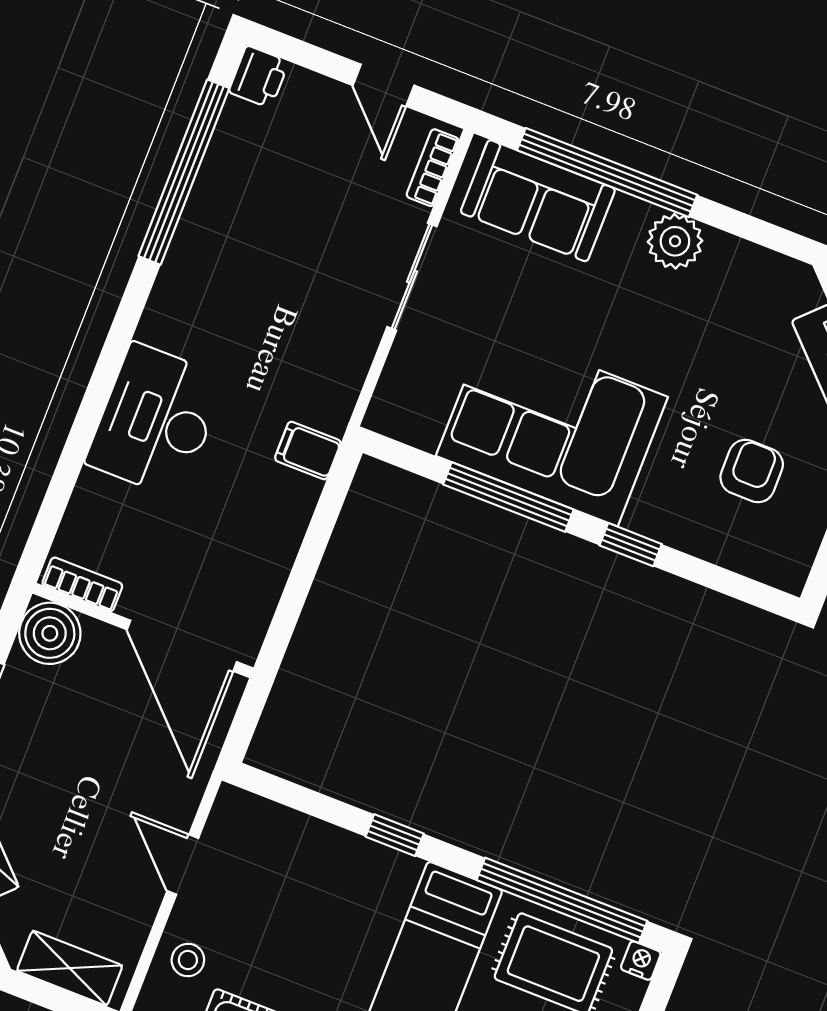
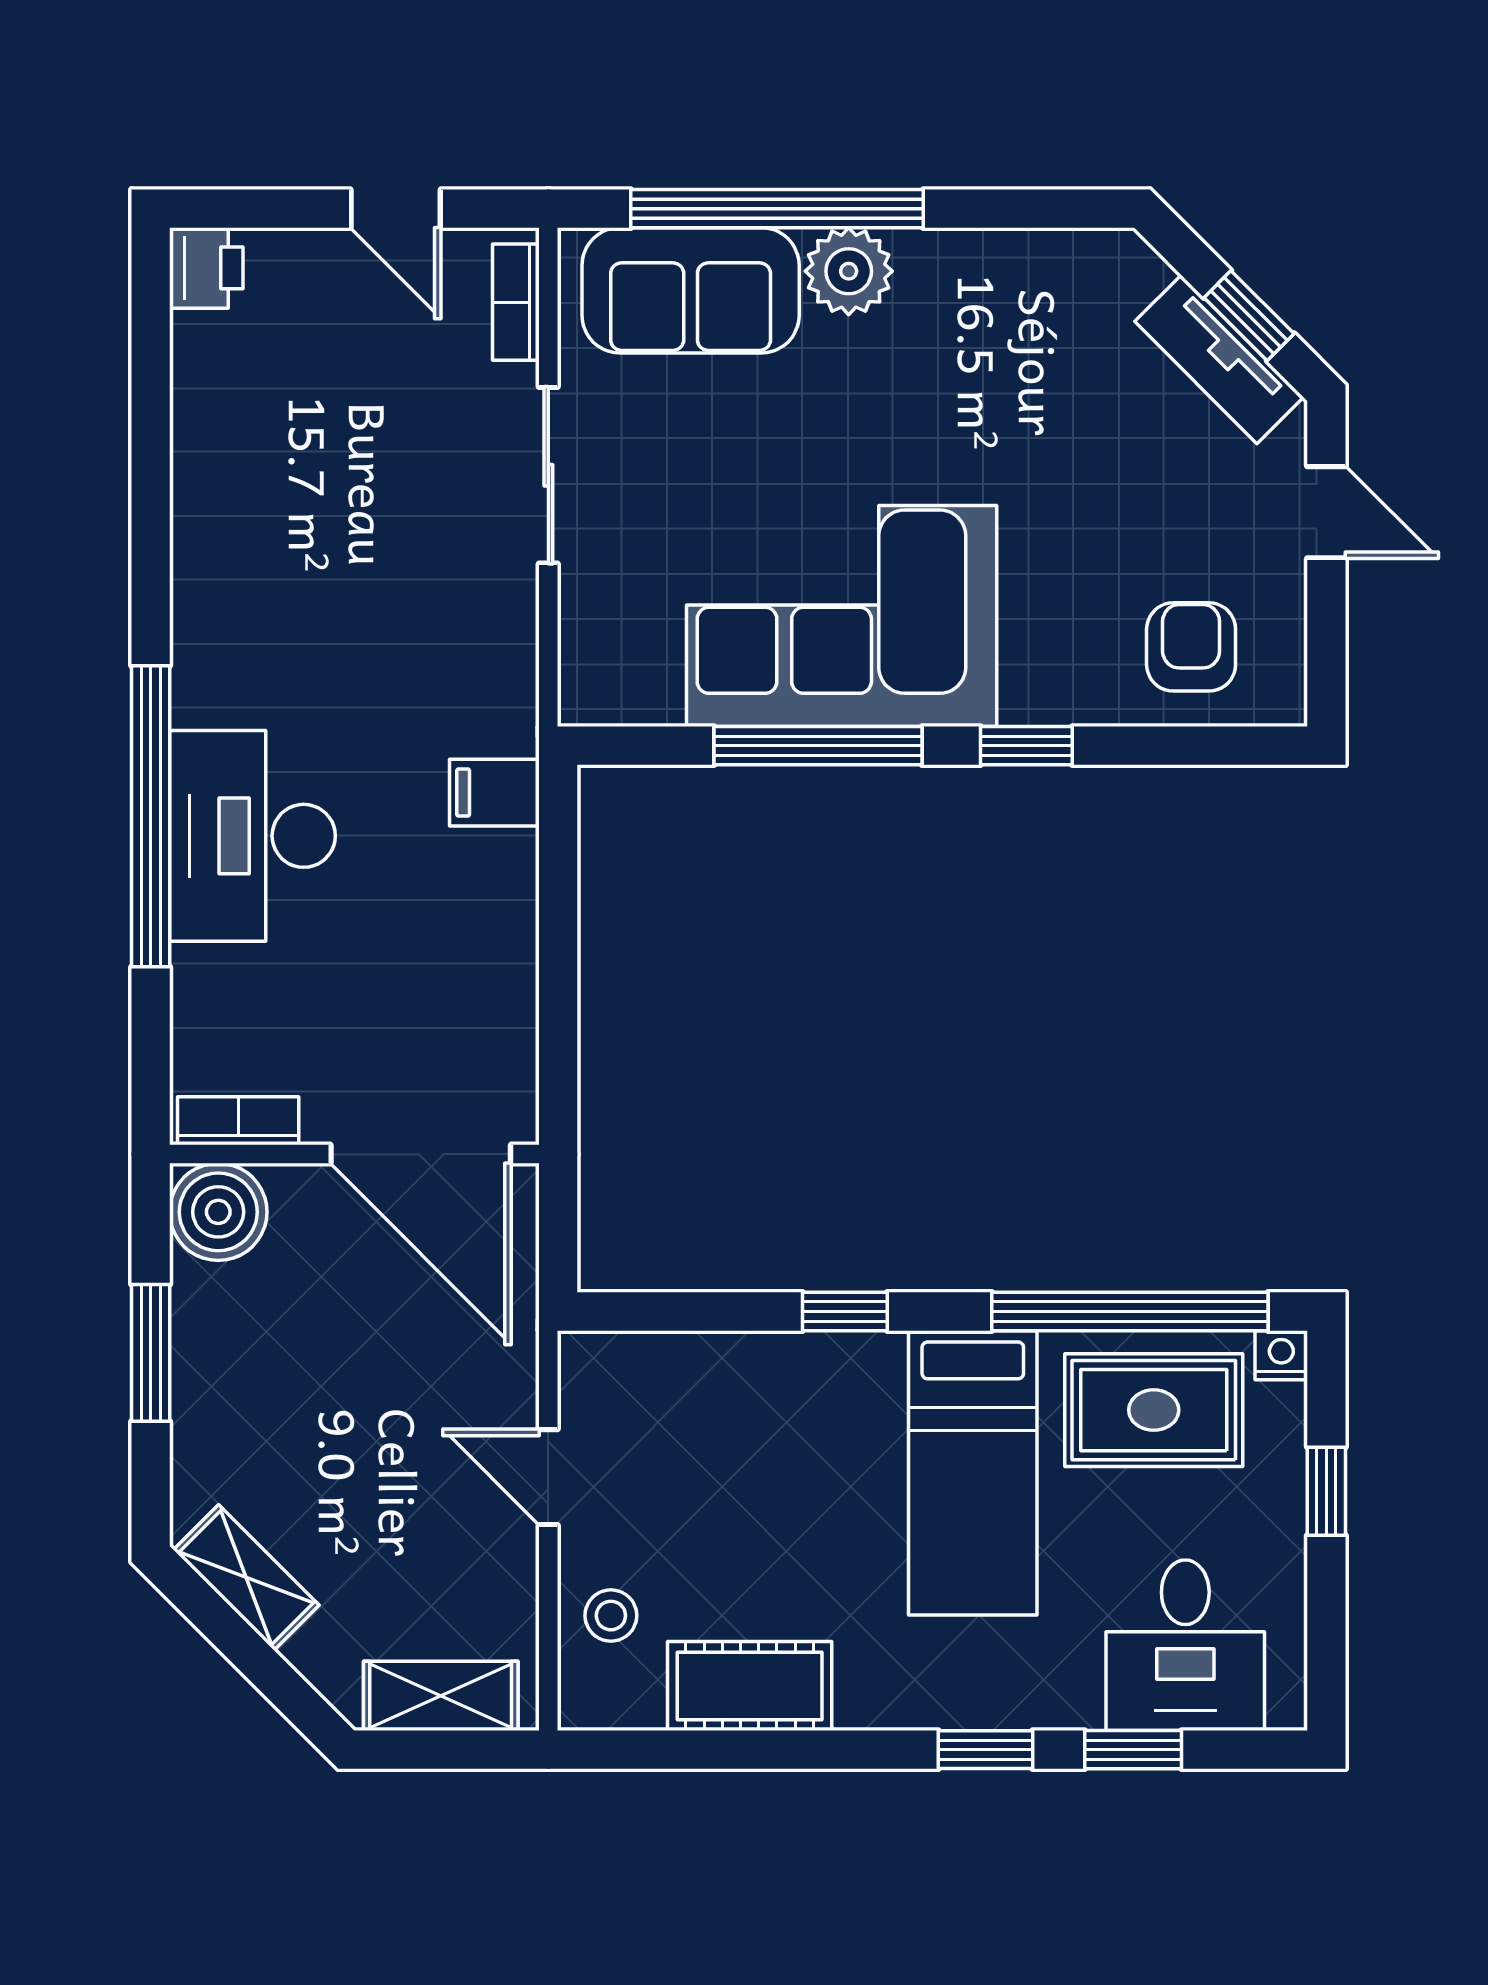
window: (184, 172) -> (151, 816), moved
plant: (675, 241) -> (849, 271), moved
armchair: (752, 471) -> (1191, 647), moved

